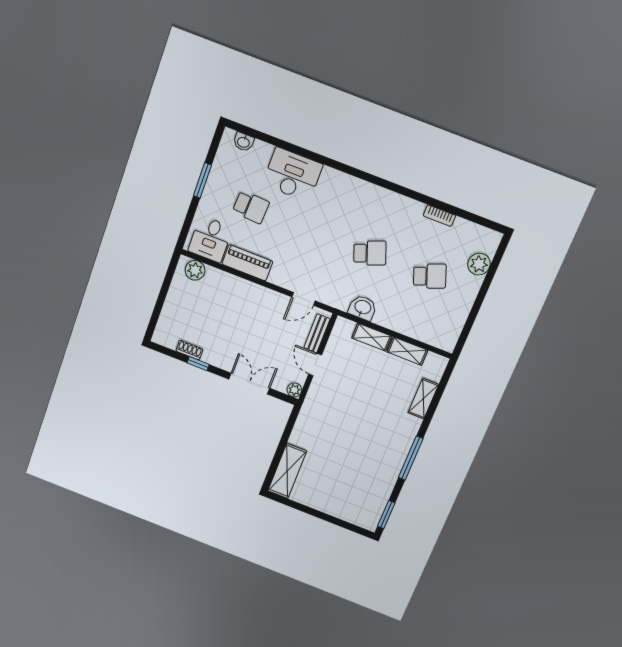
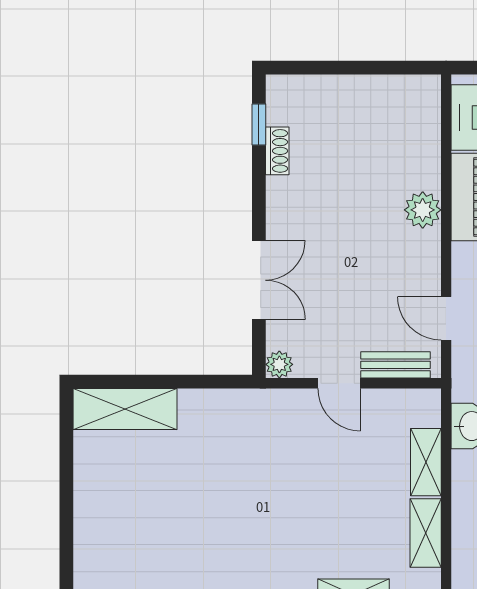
plant: (195, 270) -> (423, 210), moved
window: (198, 364) -> (259, 124), moved
door: (315, 365) -> (339, 383), swing flipped

